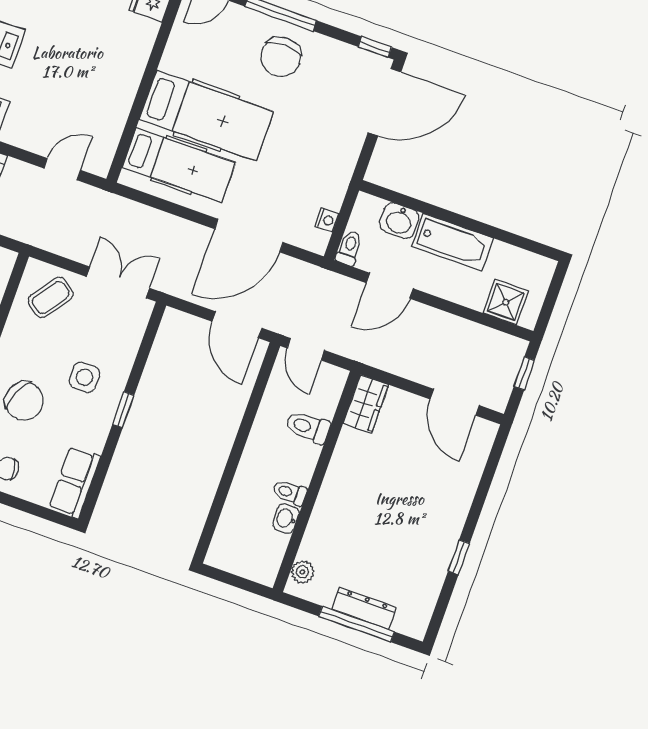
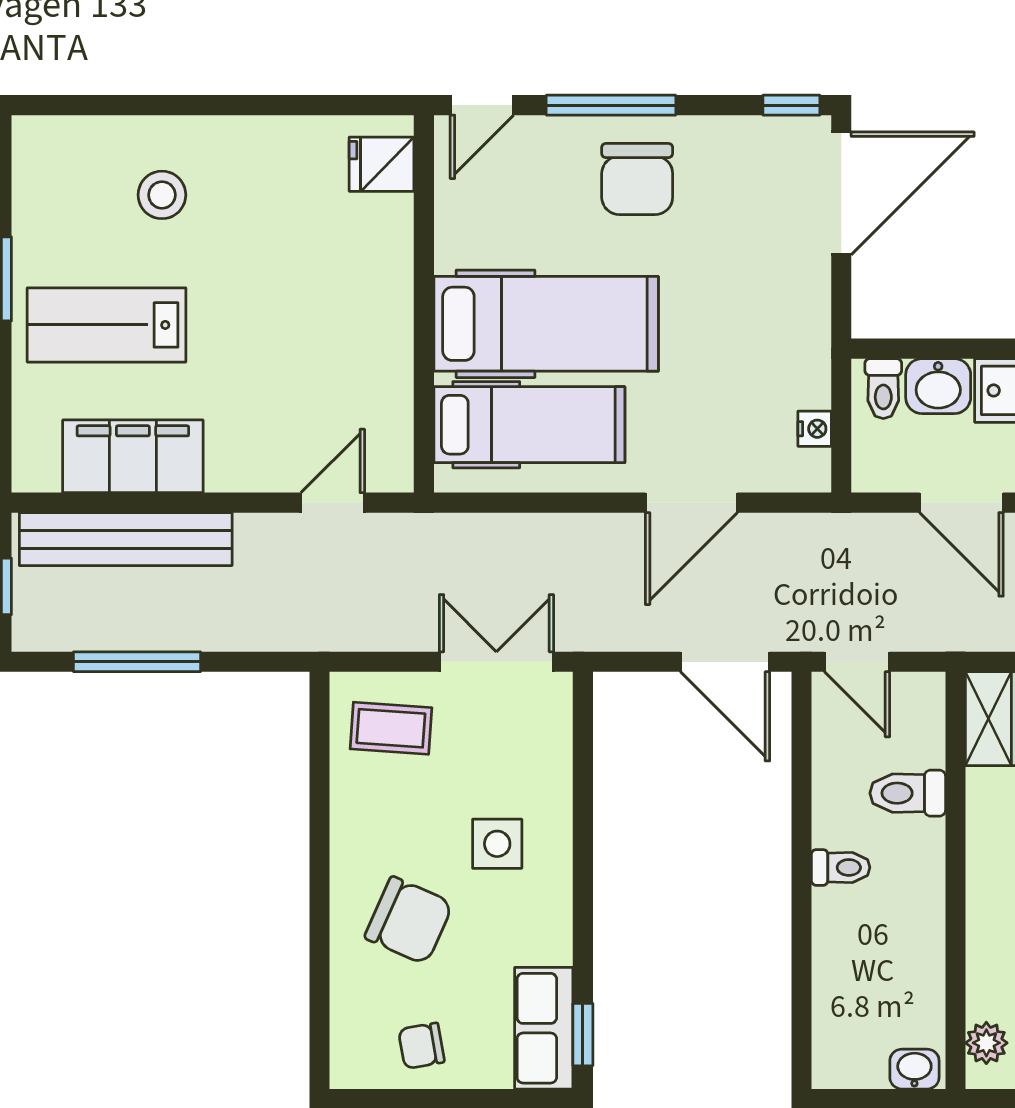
door: (249, 236) -> (691, 503), width x0.73
toilet: (349, 248) -> (883, 389), moved, turned 180
door: (390, 286) -> (961, 503), hinge flipped
coffee table: (51, 297) -> (391, 728), turned 58
window: (123, 410) -> (583, 1035), moved
toilet: (290, 493) -> (841, 867), moved, turned 180
washbasin: (286, 519) -> (914, 1069), moved, turned 90

